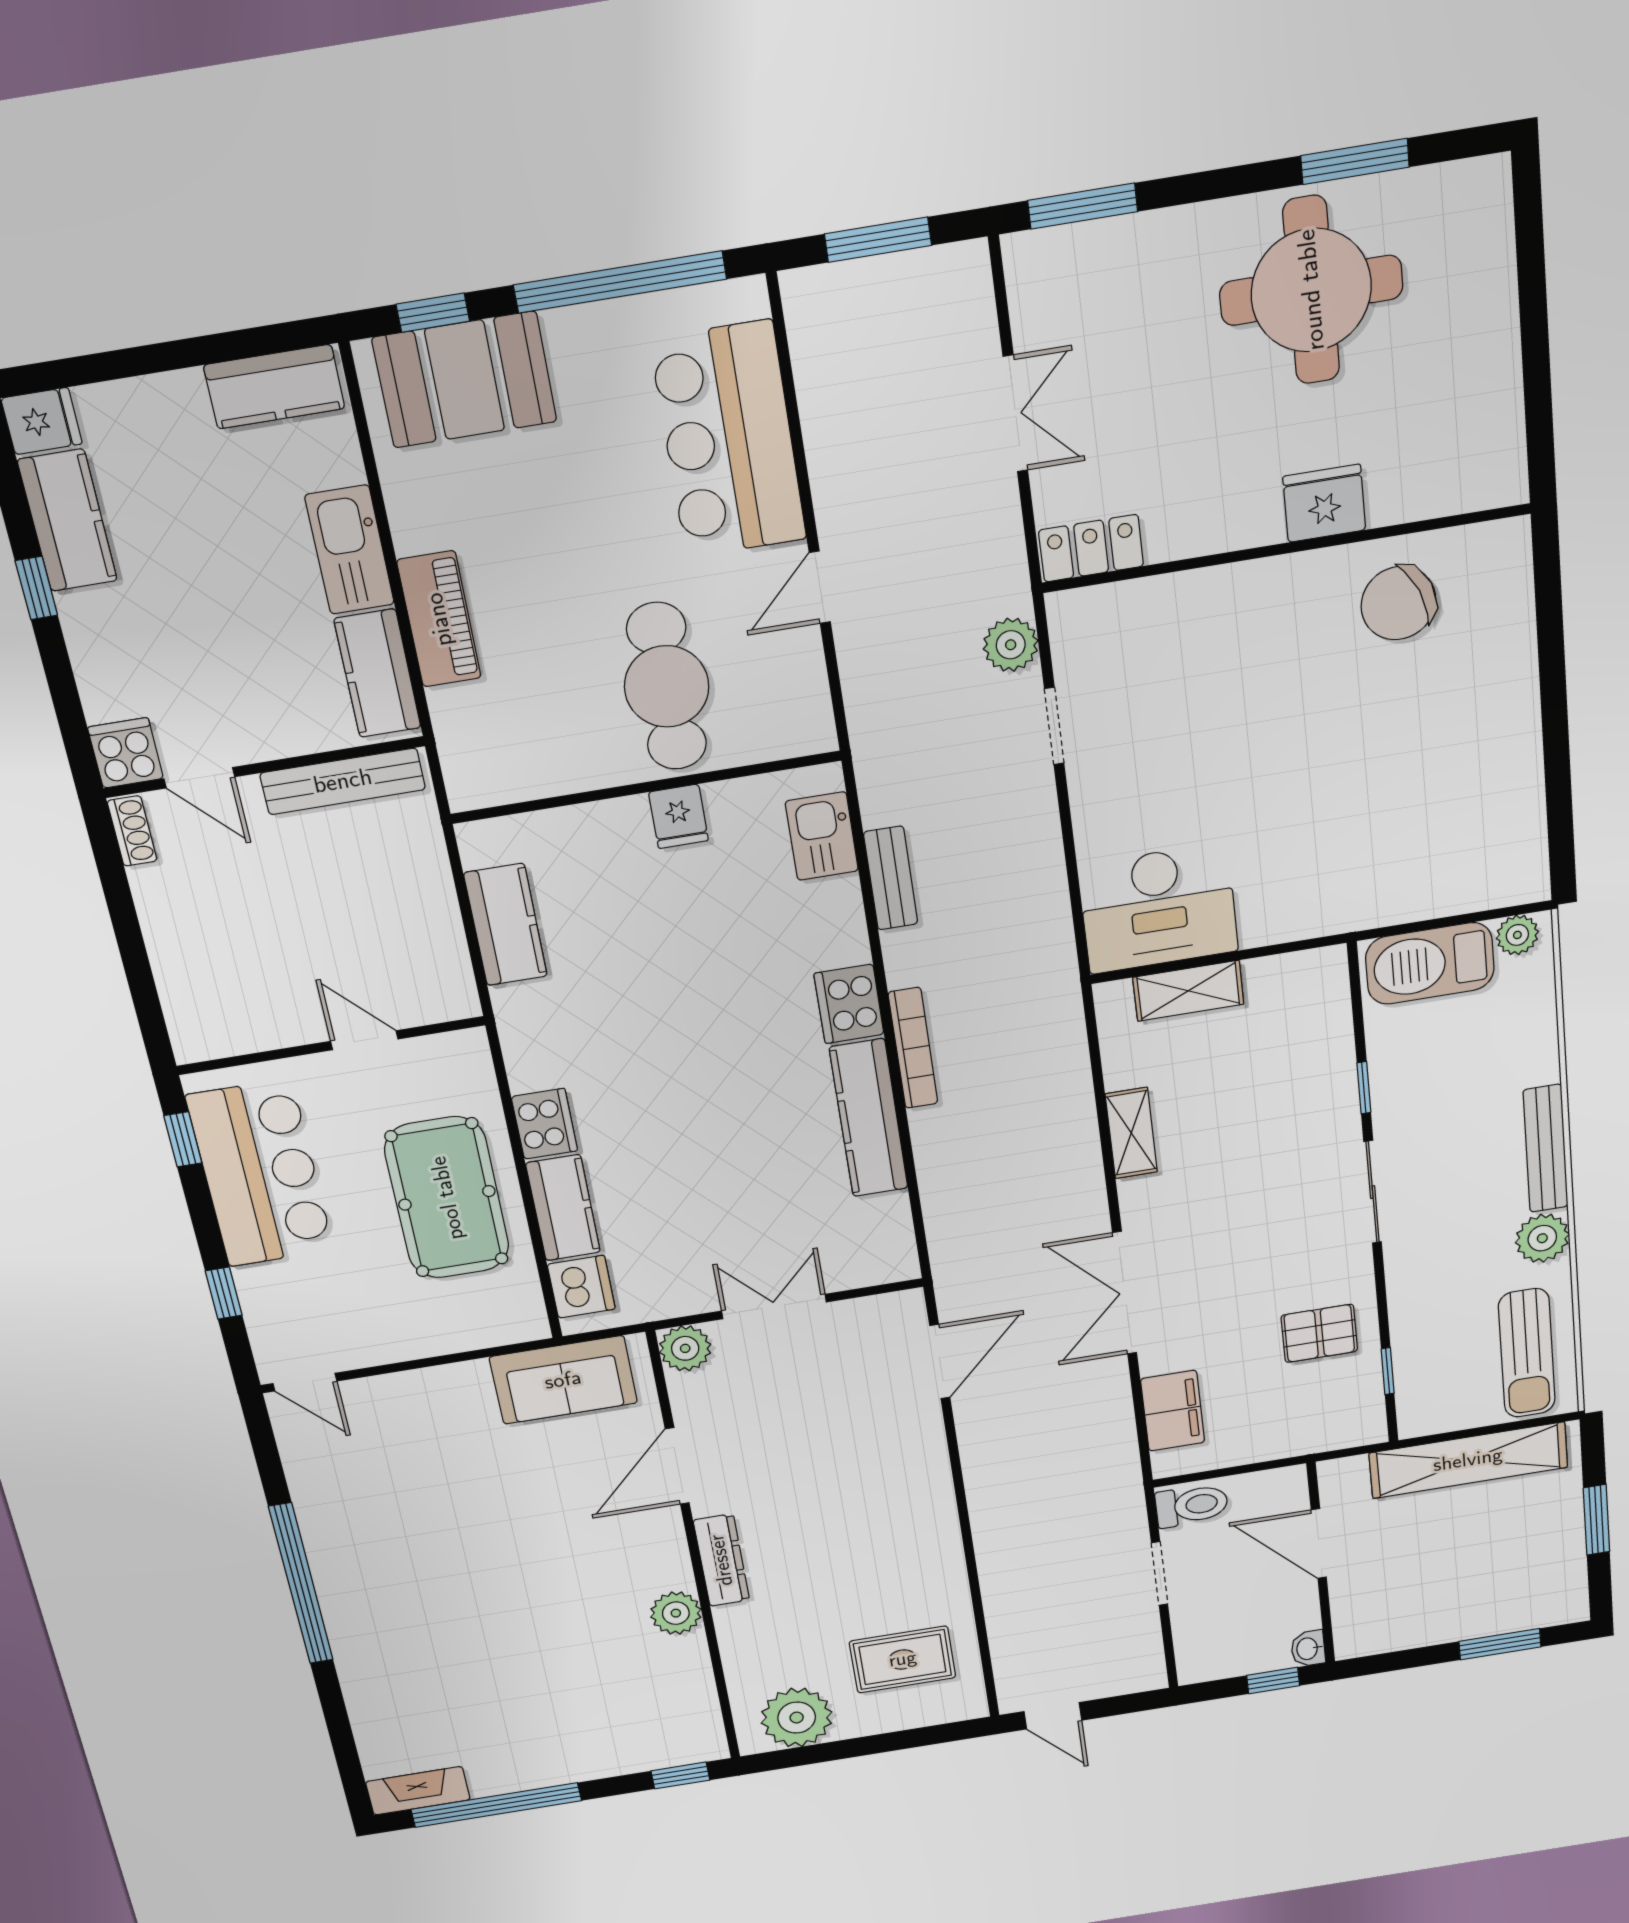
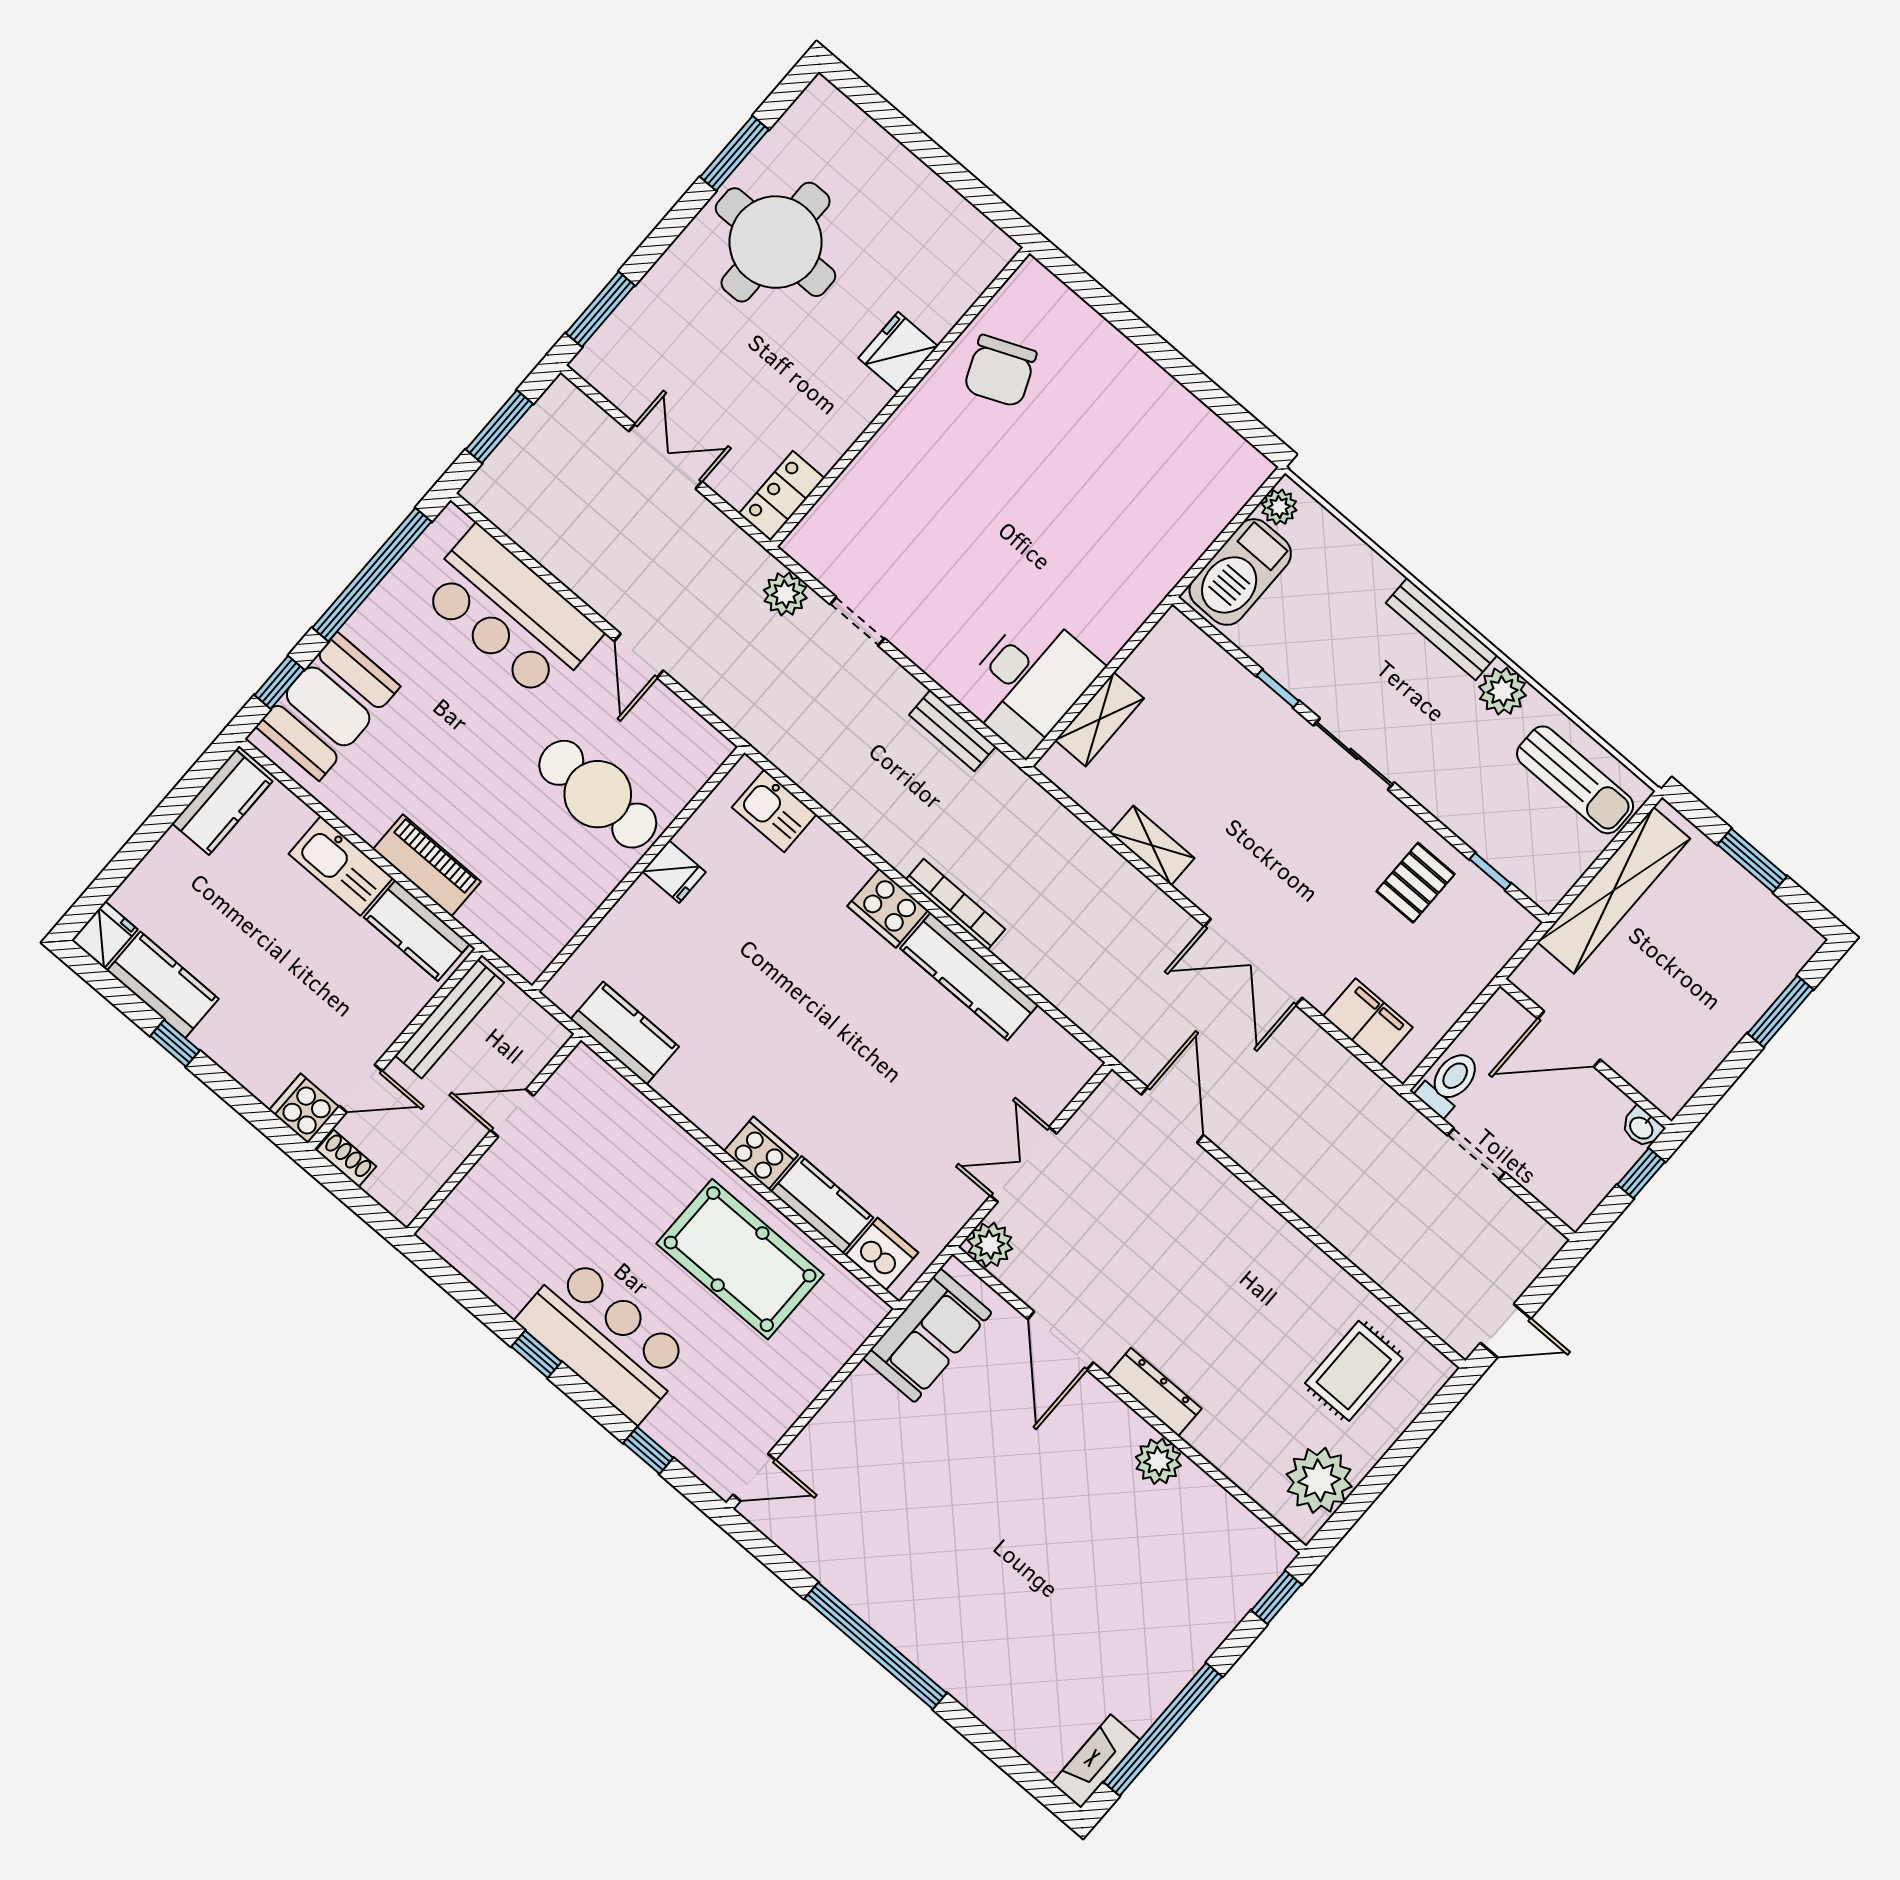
bench: (891, 878) -> (952, 731), moved
door: (364, 1040) -> (512, 1113), moved
wall: (331, 1046) -> (494, 1134), moved

